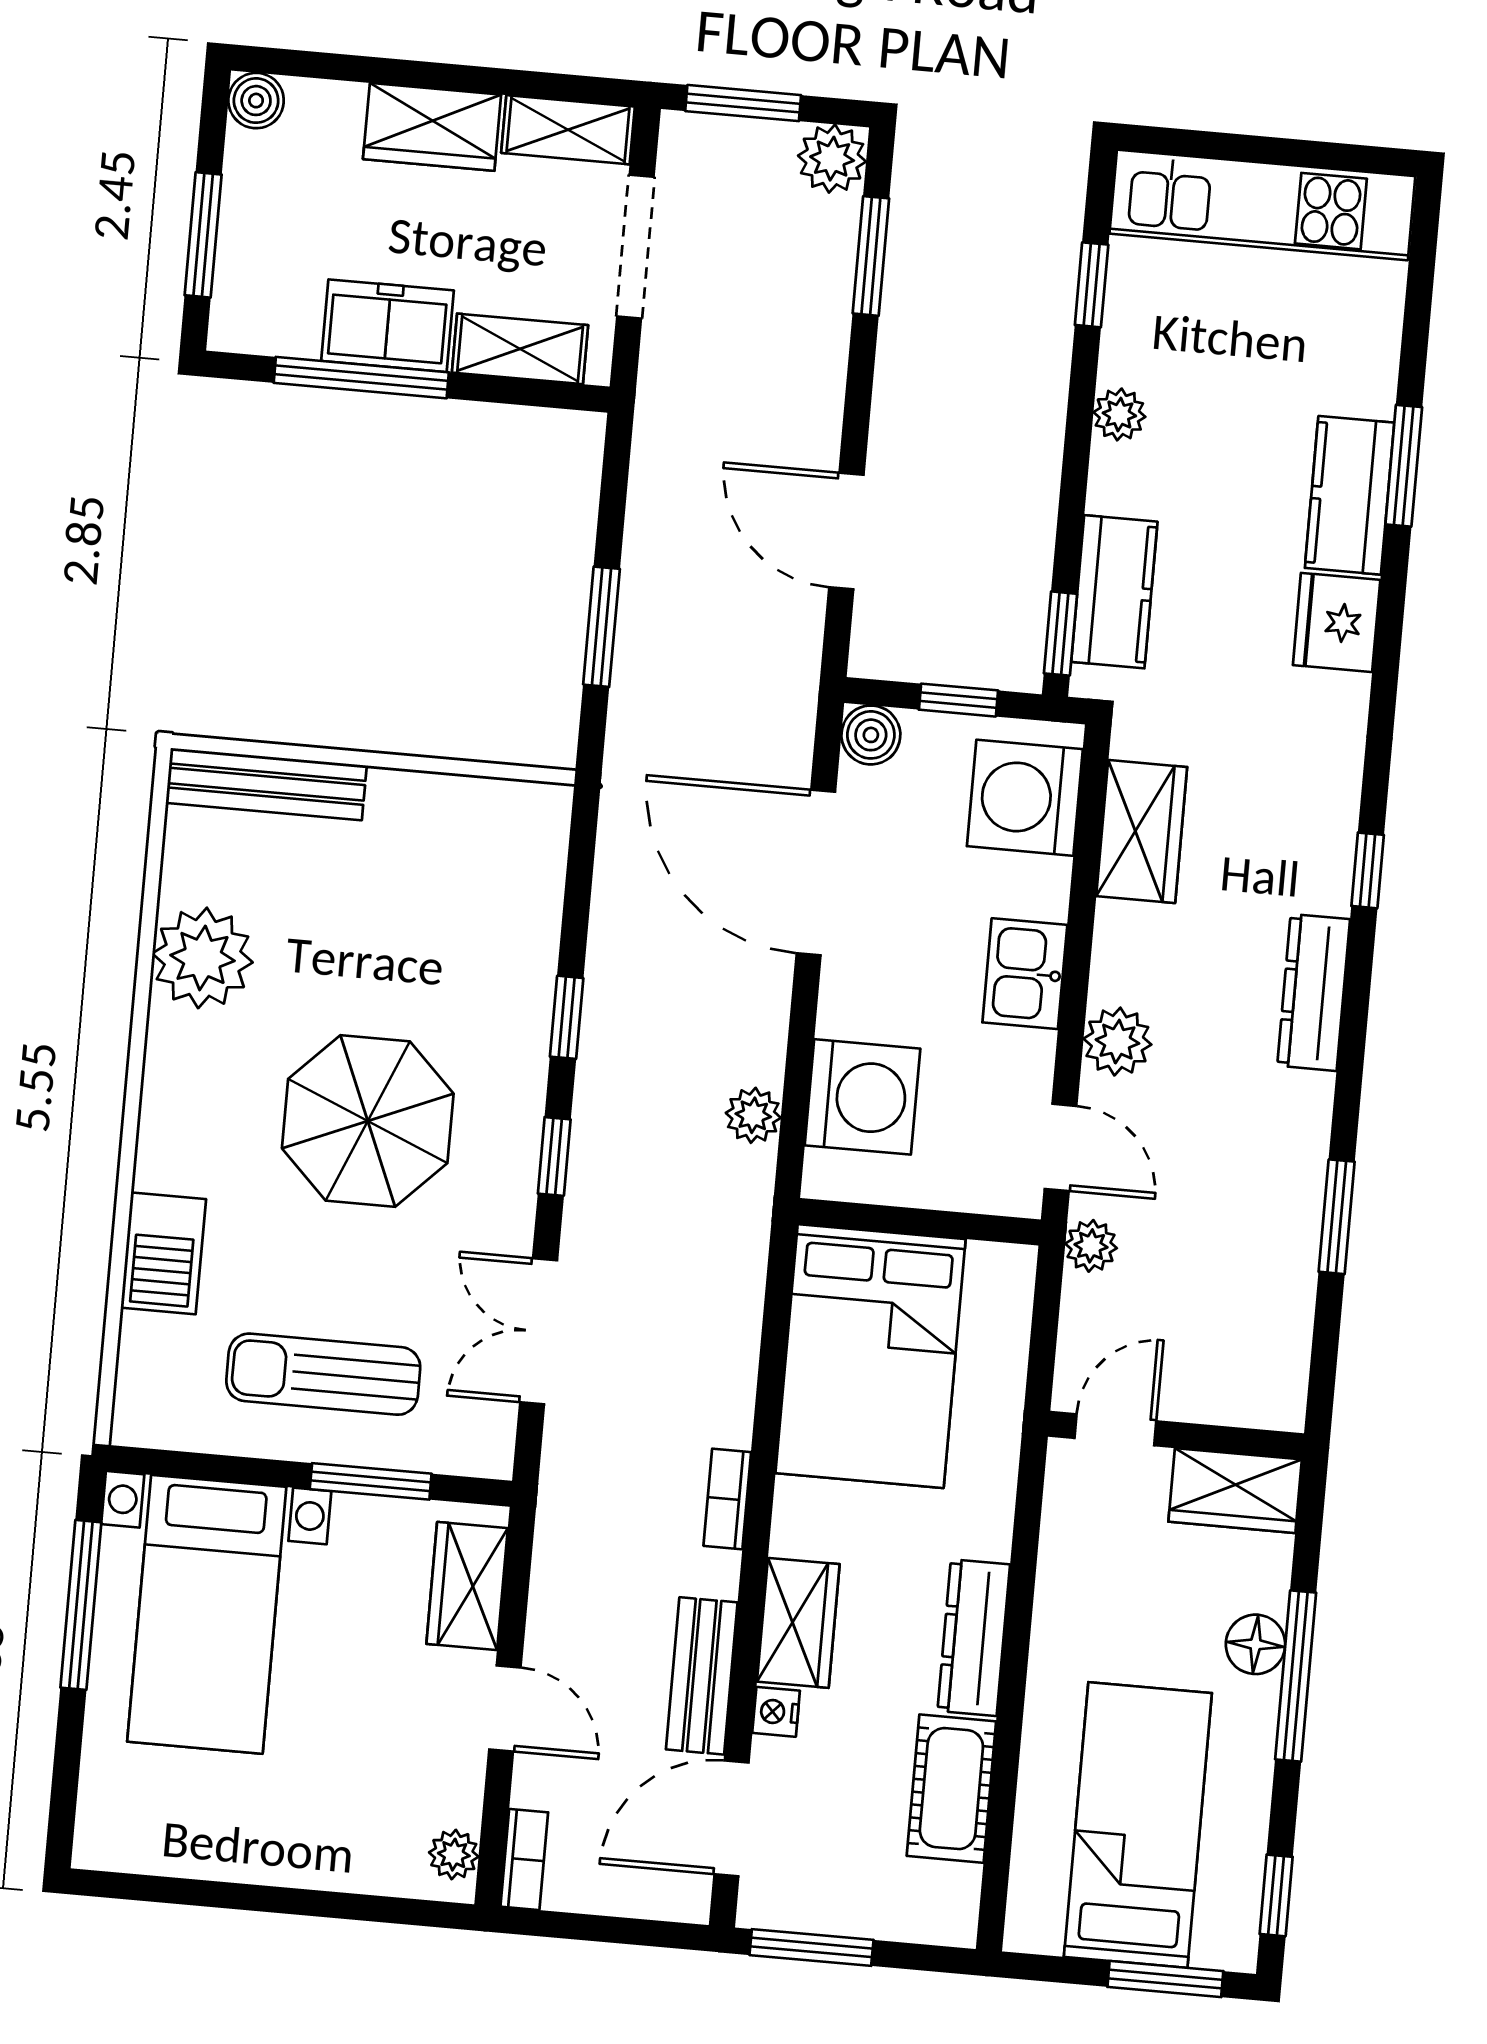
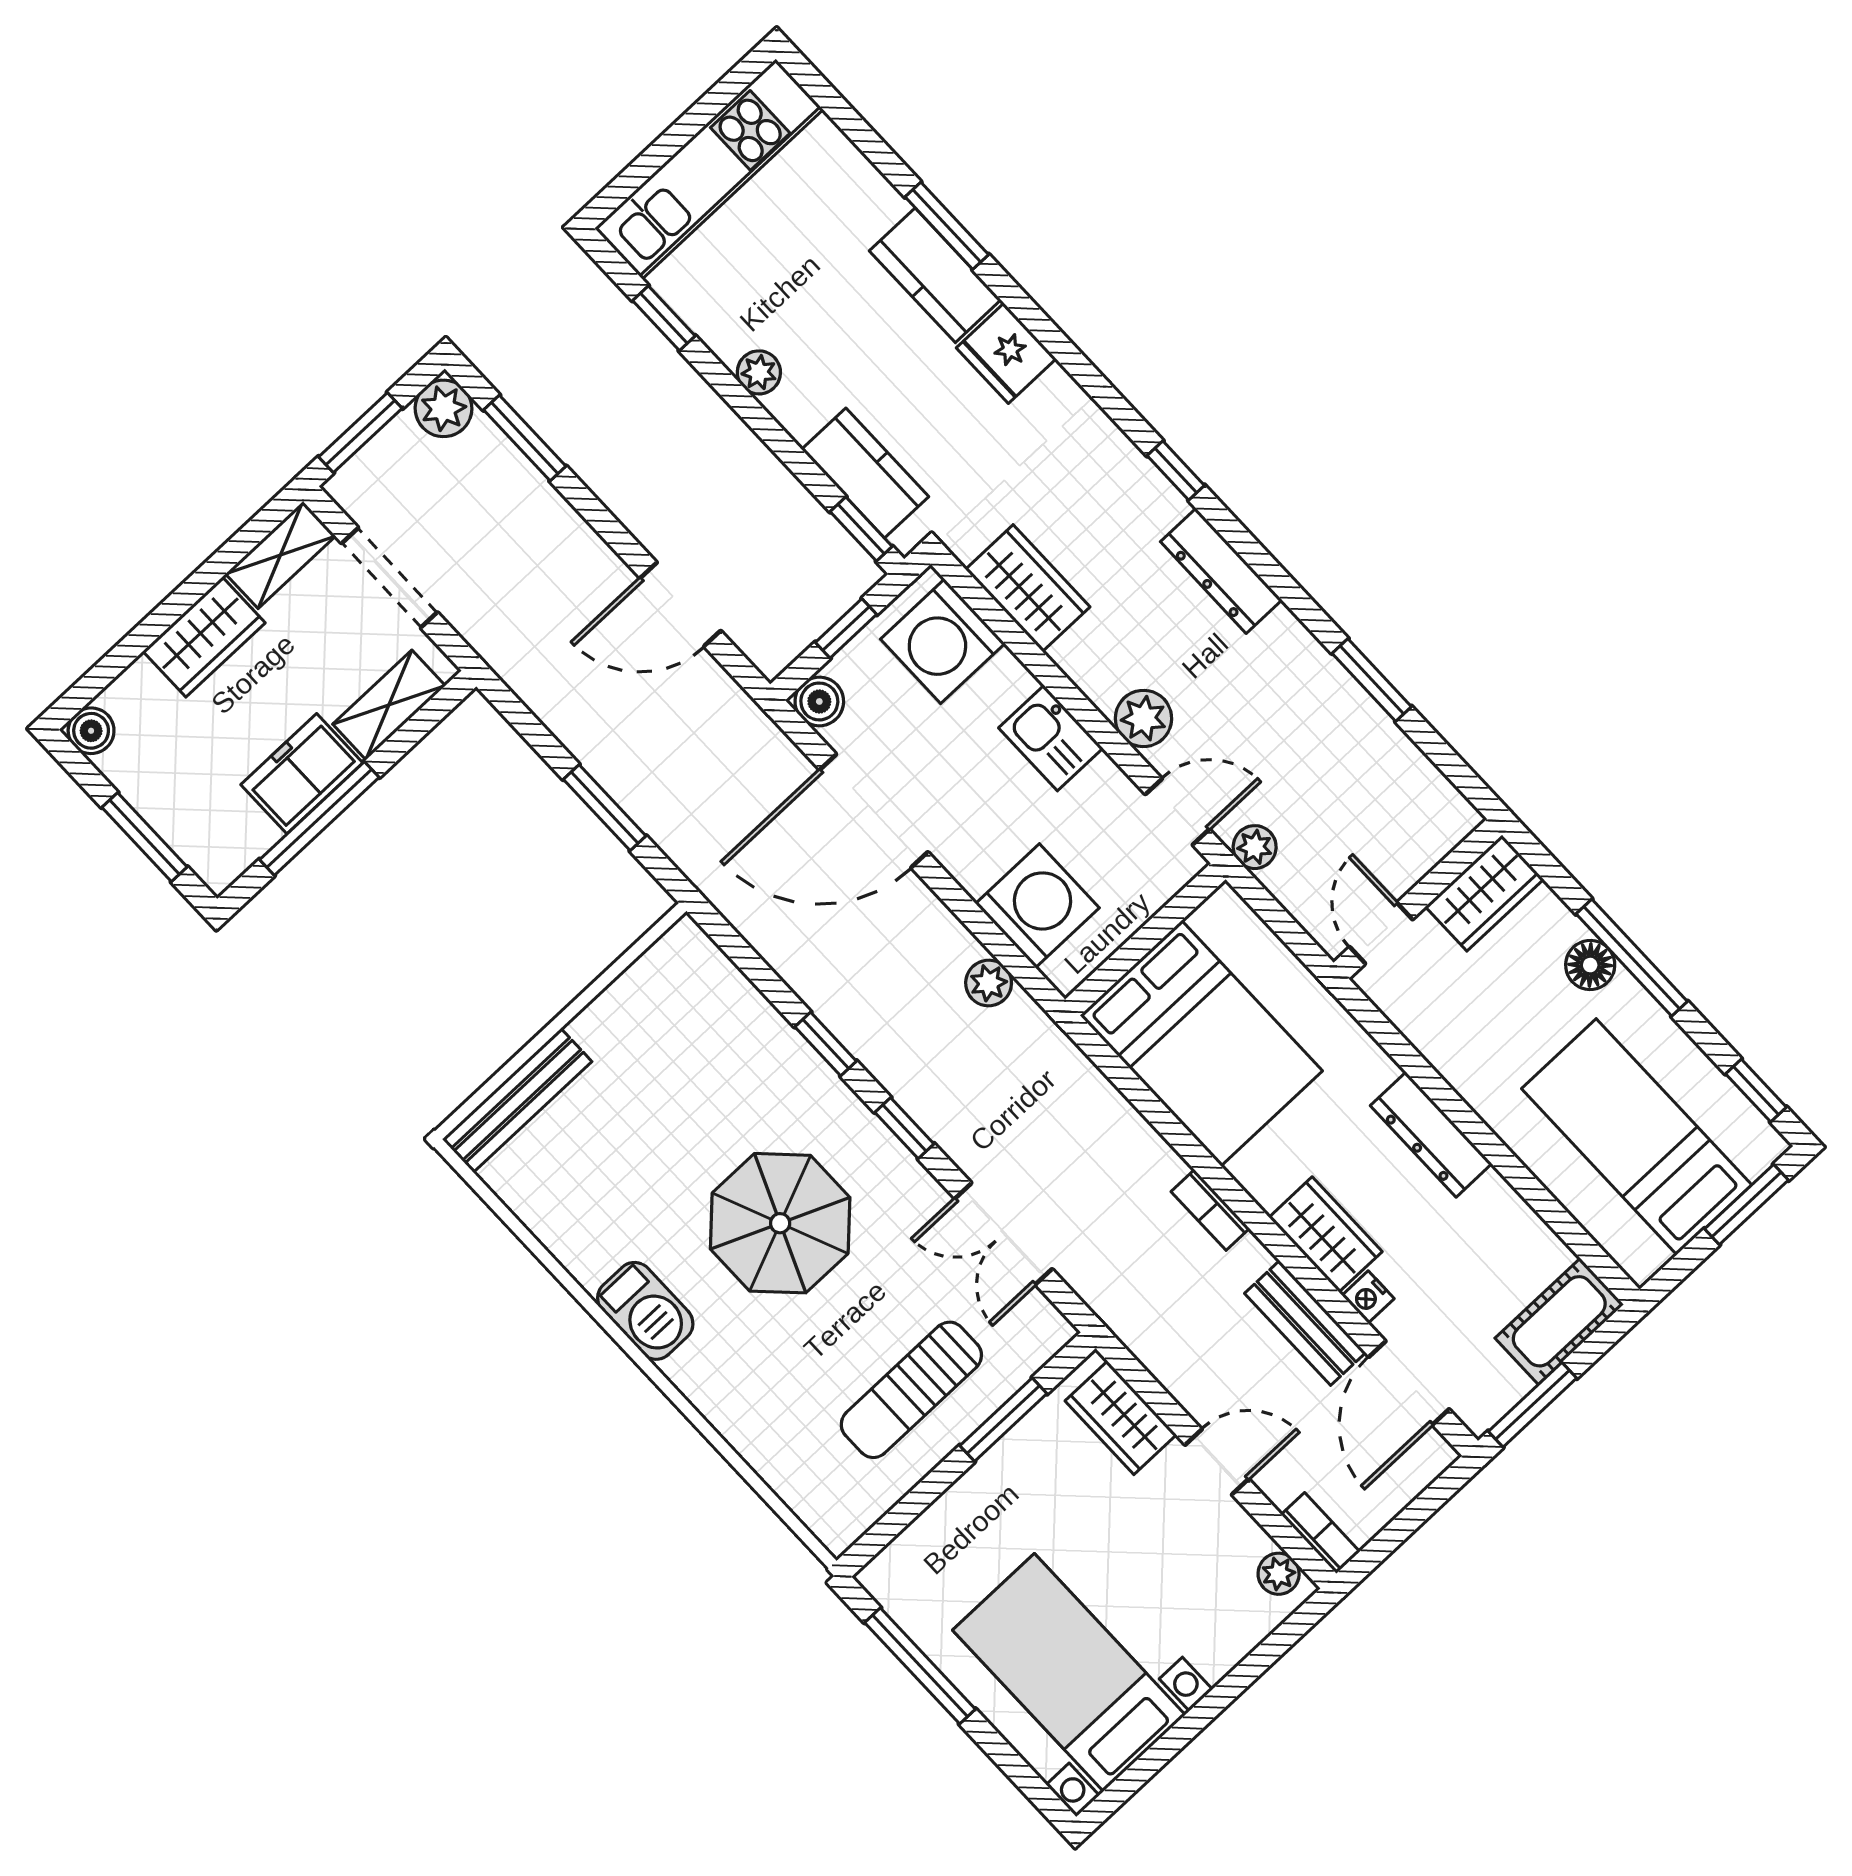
plant: (202, 958) -> (589, 1235), removed
barbecue: (163, 1253) -> (645, 1311), moved
bed with nightstands: (207, 1614) -> (1069, 1672), moved, turned 180
cot: (951, 1789) -> (1559, 1321), moved, turned 90

